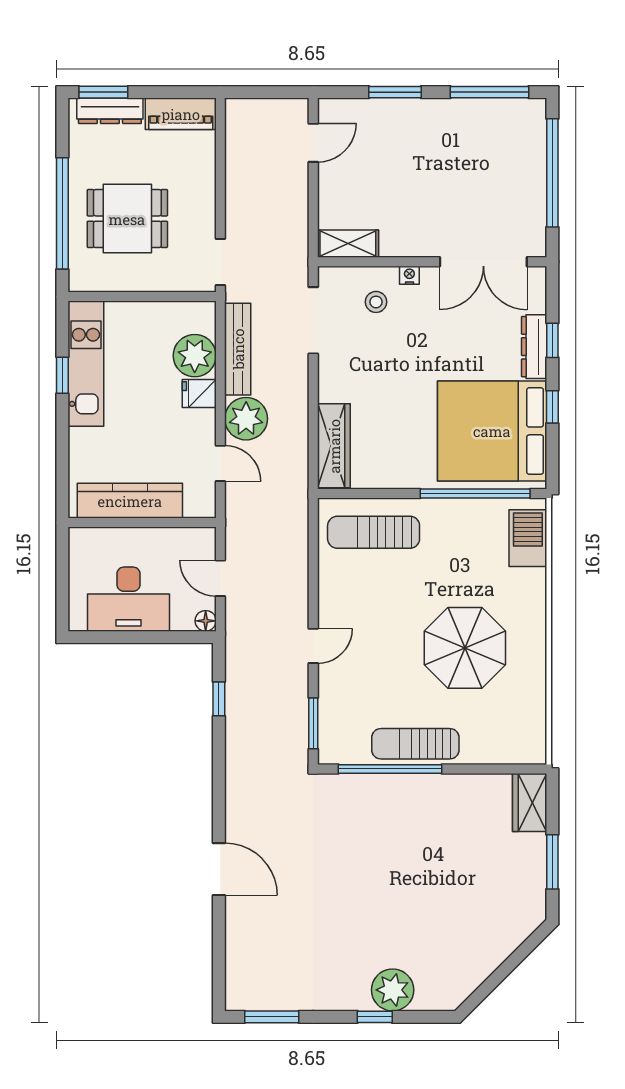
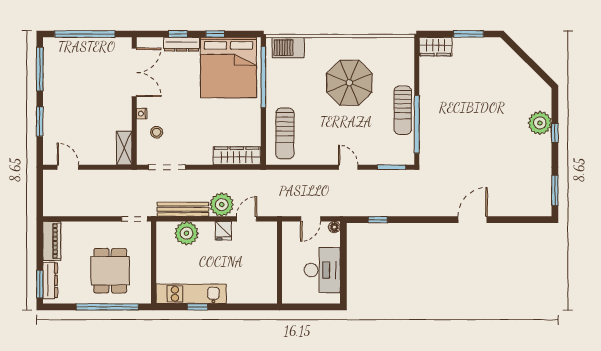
fridge: (199, 393) -> (223, 231), moved
kitchen counter: (130, 501) -> (267, 269), removed

